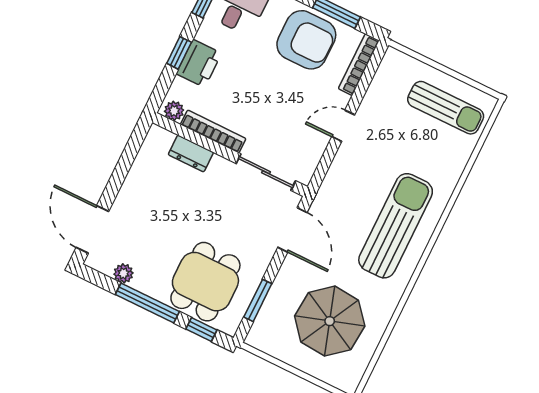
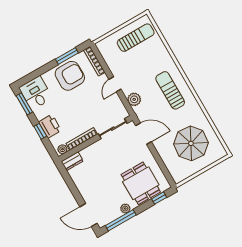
dresser: (191, 153) -> (72, 161), moved
plant: (340, 175) -> (134, 99), added
sun lounger: (396, 226) -> (170, 90), width x0.73, depth x0.75
plant: (123, 273) -> (125, 209), moved
window: (258, 300) -> (163, 167), removed
window: (147, 303) -> (121, 220), moved

